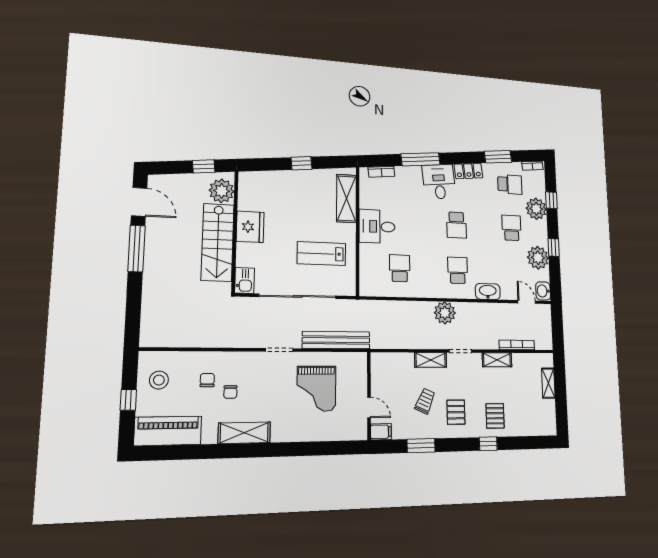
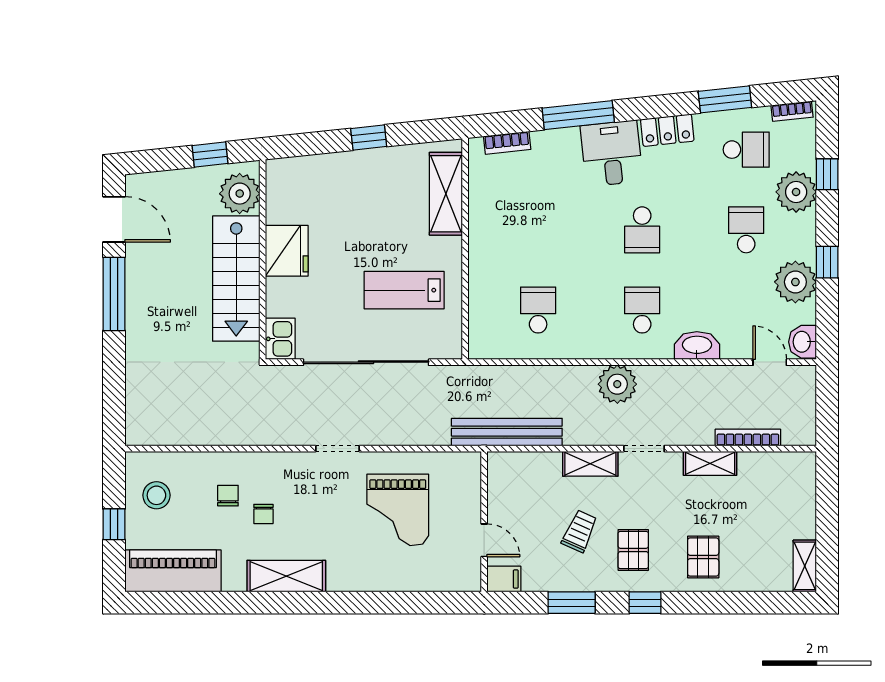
desk: (377, 226) -> (499, 240), removed
bench: (336, 340) -> (507, 432), moved
shelving: (548, 383) -> (805, 566), moved
window: (488, 444) -> (645, 603), moved

